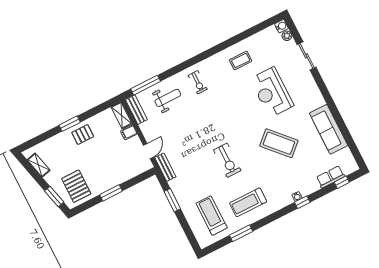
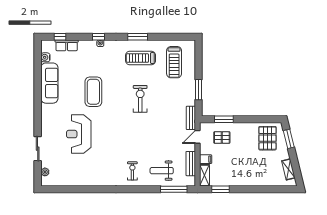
water cooler: (281, 26) -> (45, 57), moved
coffee table: (241, 60) -> (91, 171), removed
reception desk: (272, 92) -> (79, 134), turned 180
bench: (136, 110) -> (191, 164), moved
window: (70, 124) -> (221, 189), moved
pallet: (83, 135) -> (222, 138), moved
coffee table: (279, 143) -> (93, 92), turned 43
window: (111, 193) -> (224, 119), moved
treadmill: (248, 202) -> (141, 58), turned 180
window: (241, 233) -> (138, 37), moved

